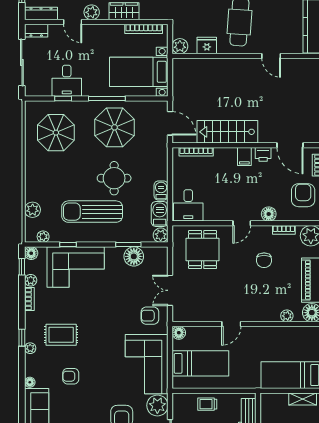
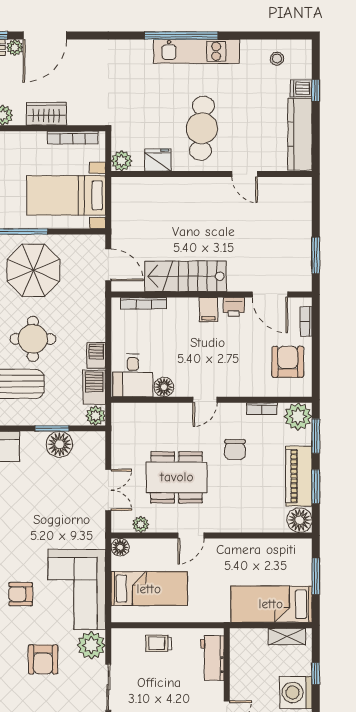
floor lamp: (269, 214) -> (164, 387), moved
dining table: (203, 250) -> (177, 477), moved, width x1.38
double door: (170, 290) -> (108, 490), swing flipped
armchair: (150, 316) -> (21, 594), moved
plant: (287, 316) -> (141, 524), moved

